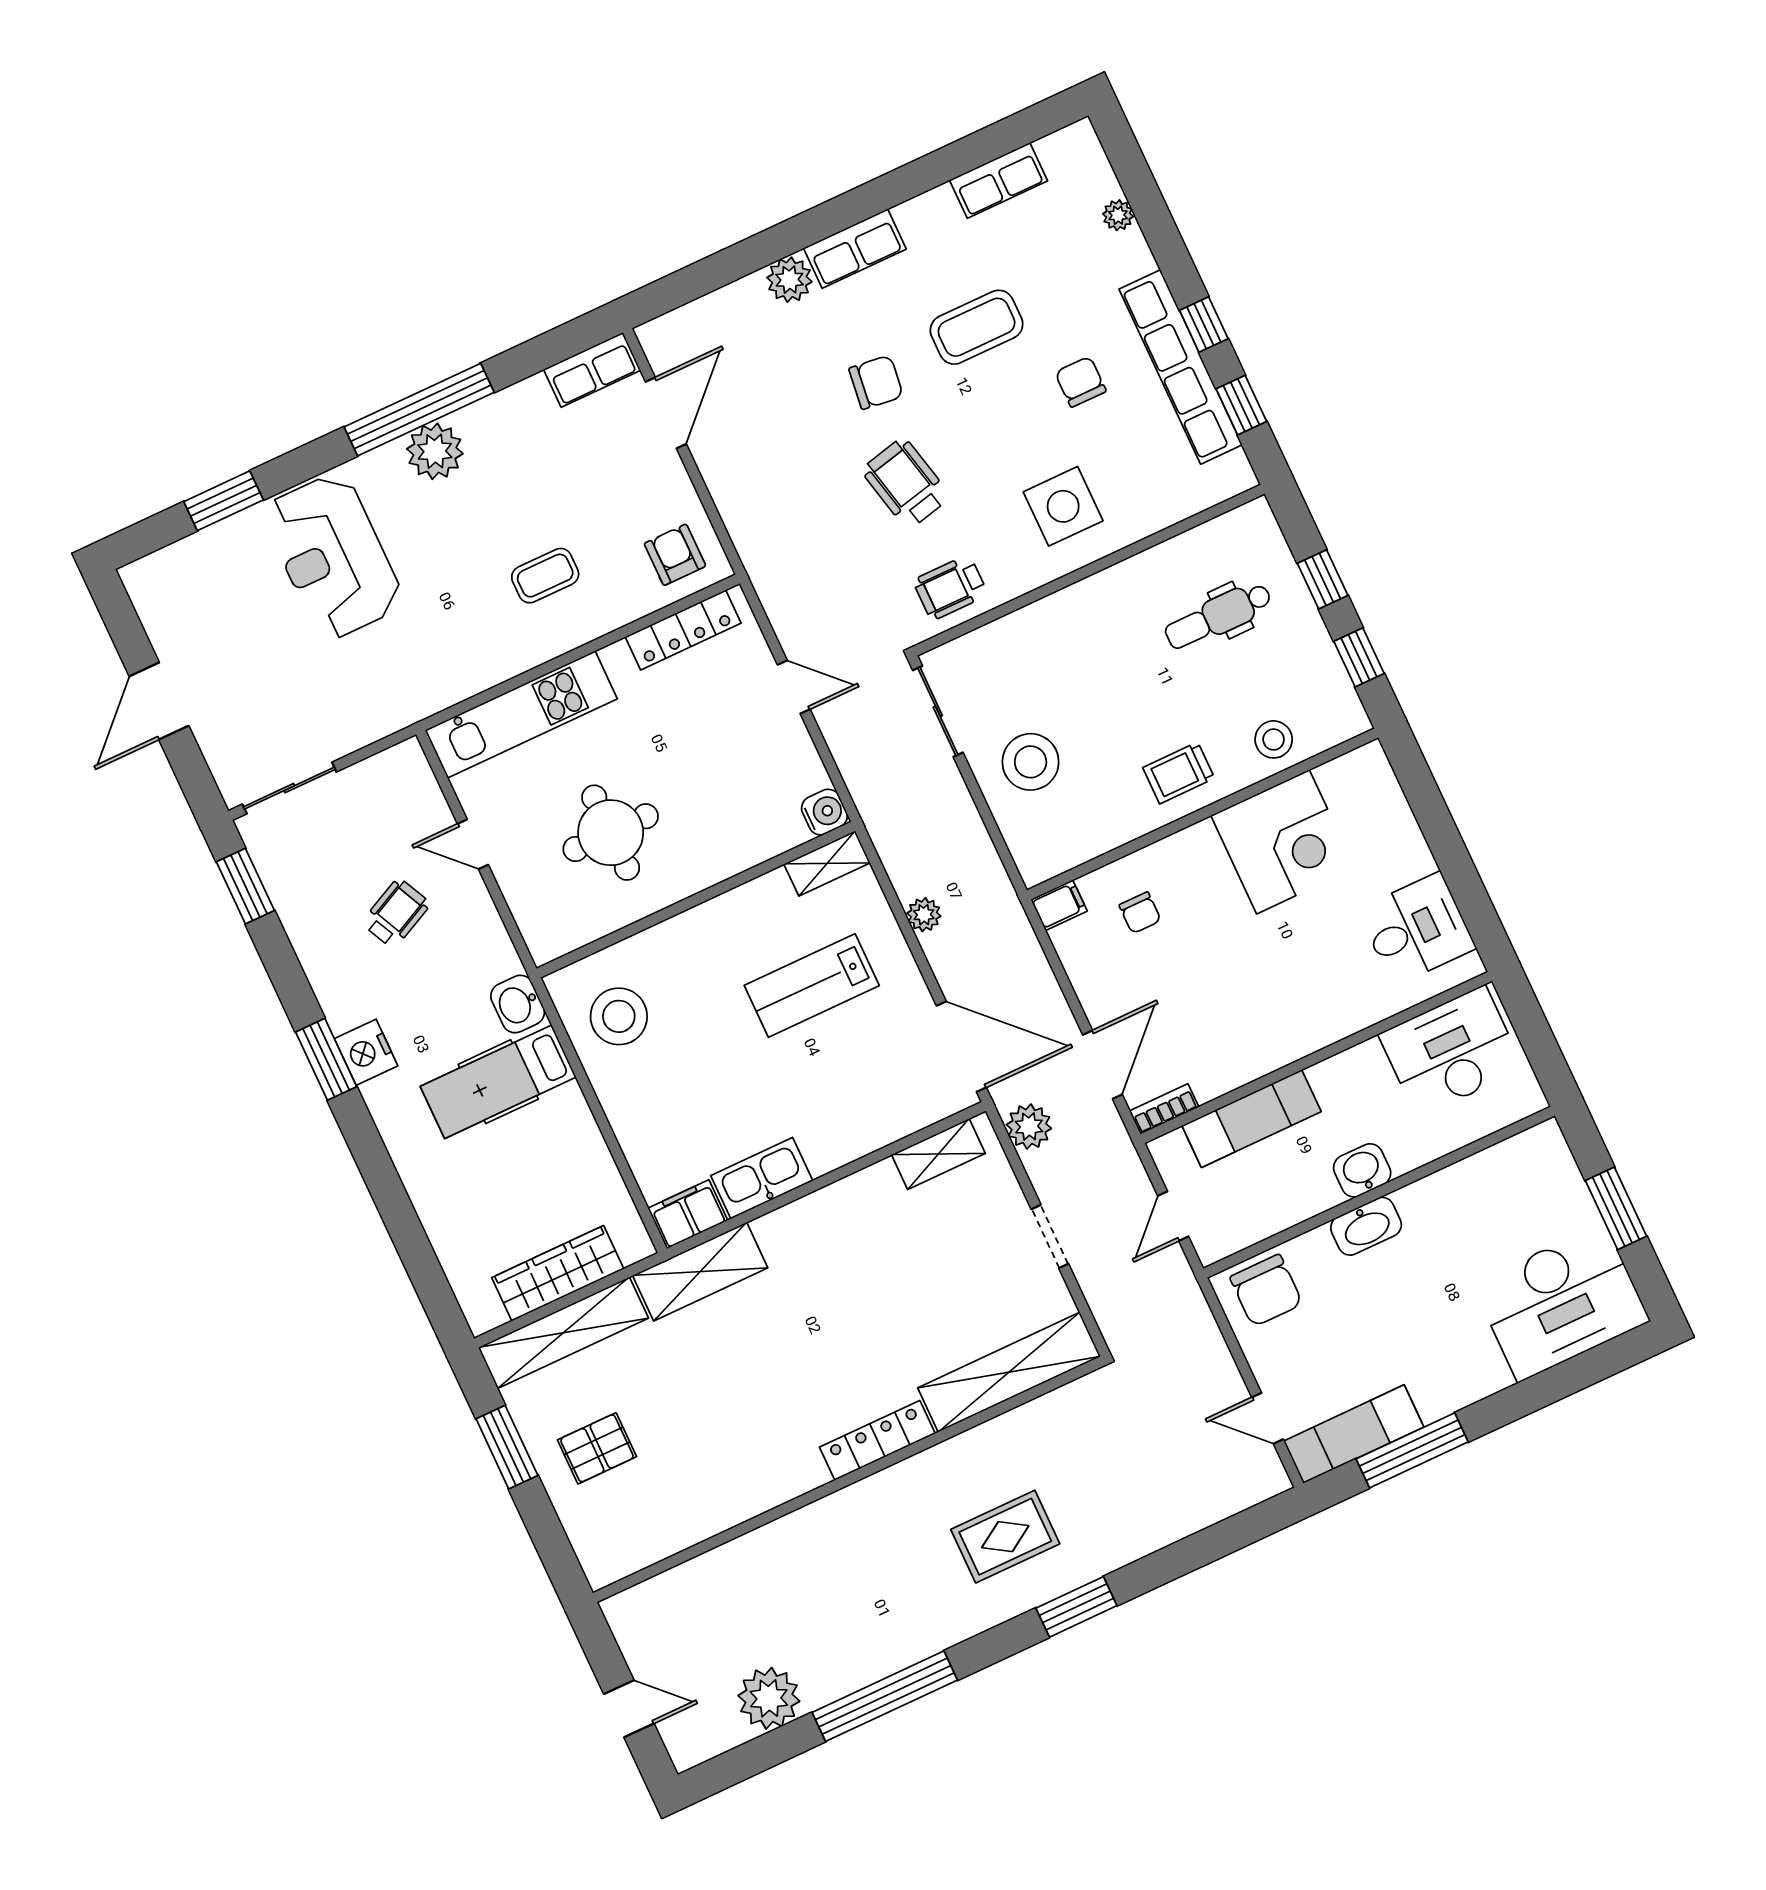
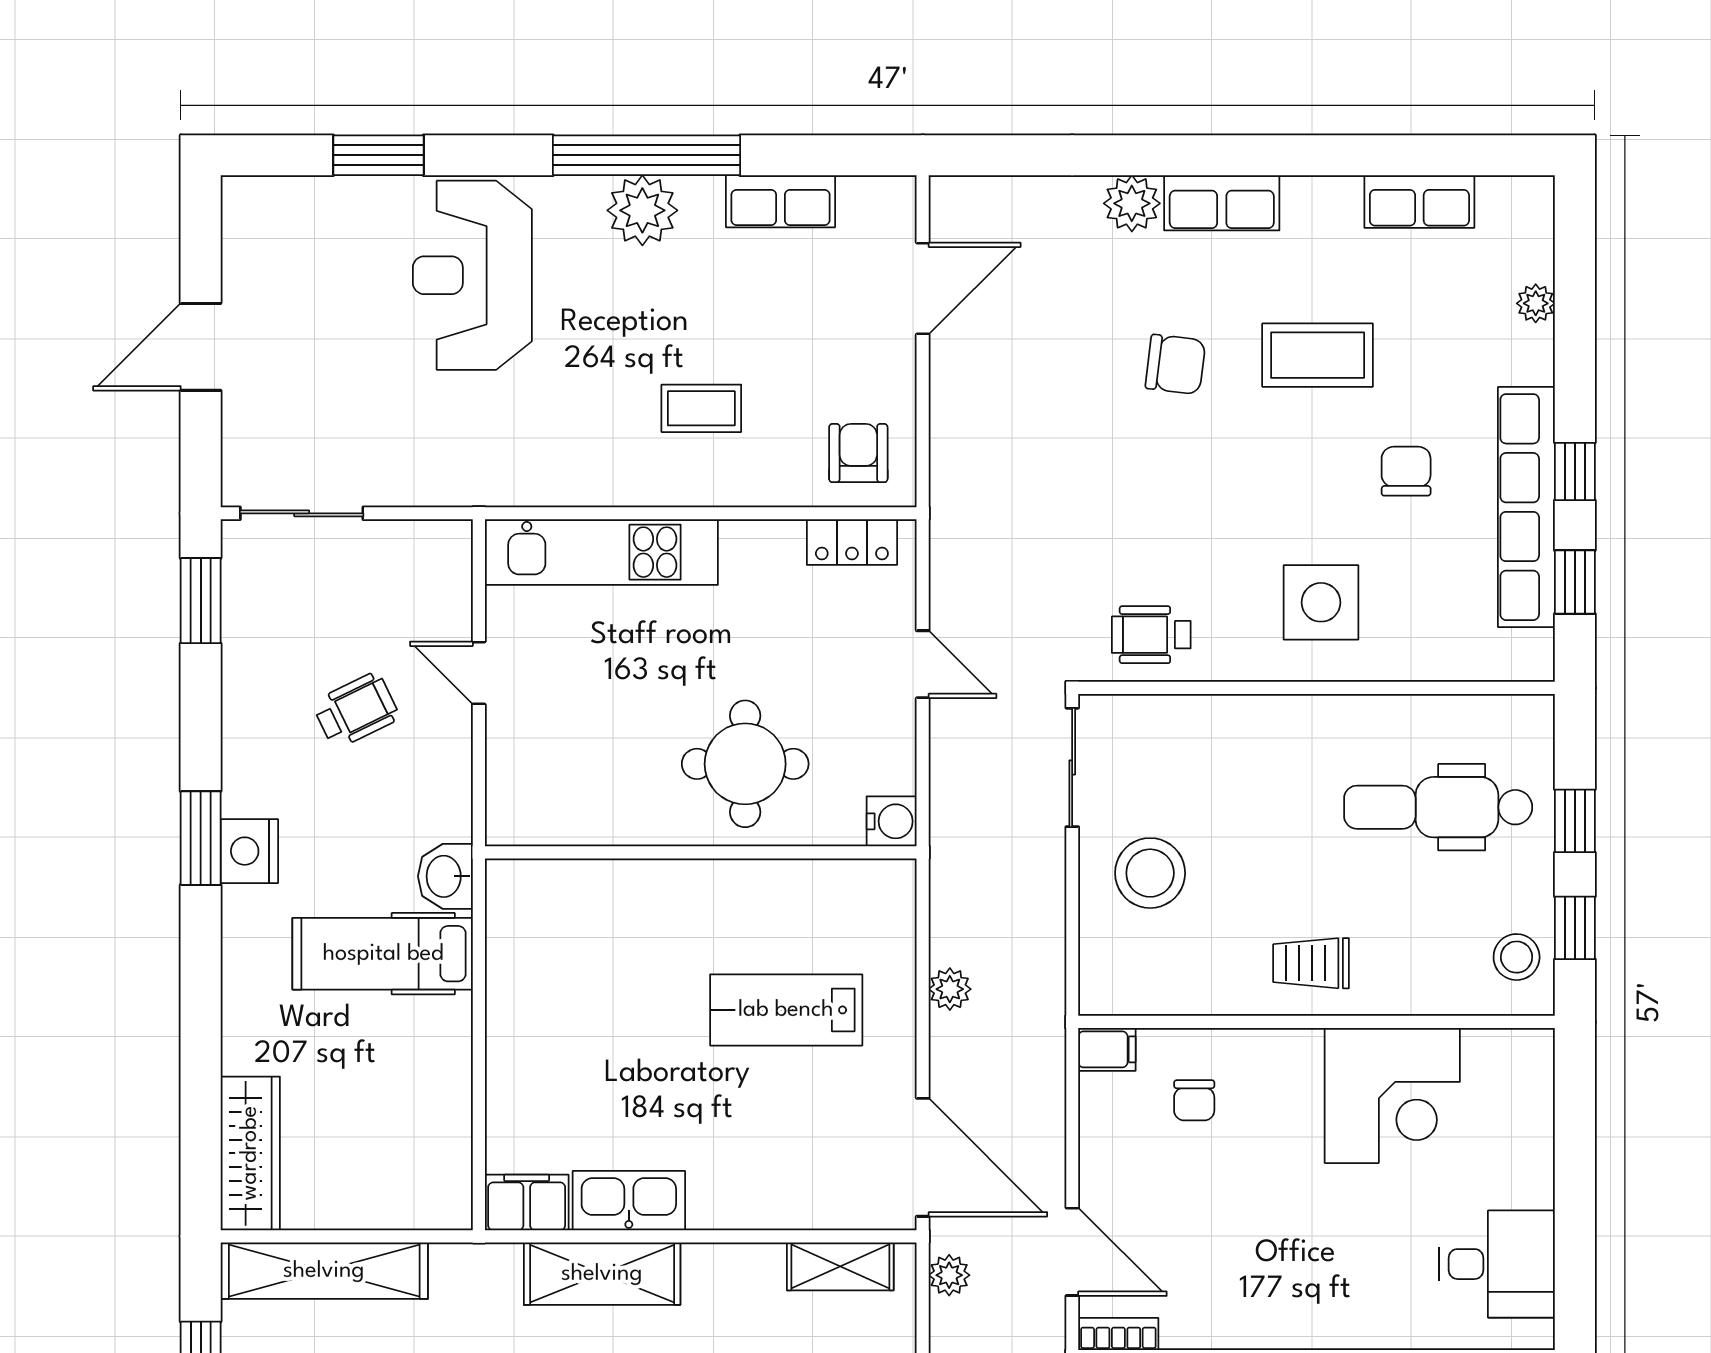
row of seats: (592, 370) -> (781, 201), moved
wheelchair: (906, 483) -> (1156, 494), removed
dental chair: (1218, 616) -> (1438, 807), width x1.36, depth x1.38
locker: (683, 630) -> (852, 542), width x0.66
stool: (1274, 739) -> (1517, 957), moved
round table: (611, 833) -> (745, 764), moved
shelving: (827, 863) -> (868, 880), removed
stool: (619, 1016) -> (553, 943), removed
door: (1103, 1065) -> (1072, 1252), hinge flipped
plant: (1029, 1127) -> (949, 1275), width x0.73, depth x0.73
shelving: (700, 1272) -> (602, 1274), moved
wardrobe: (558, 1273) -> (250, 1153), moved, turned 90

